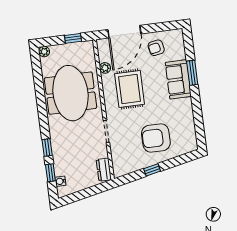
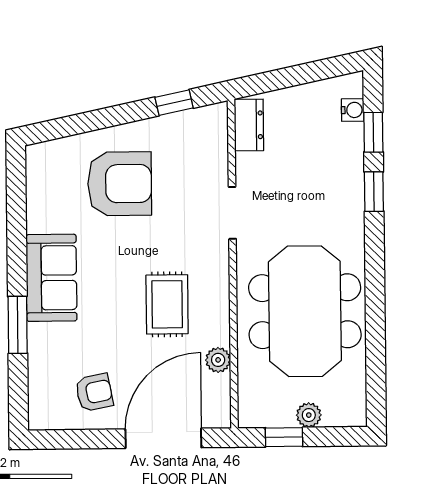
plant: (44, 52) -> (309, 415), moved
sofa: (178, 79) -> (51, 278), moved
rug: (130, 89) -> (167, 304), width x0.73, depth x0.70
window: (152, 170) -> (174, 103), moved

